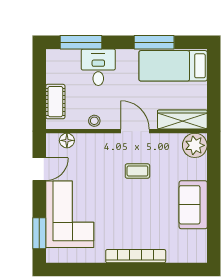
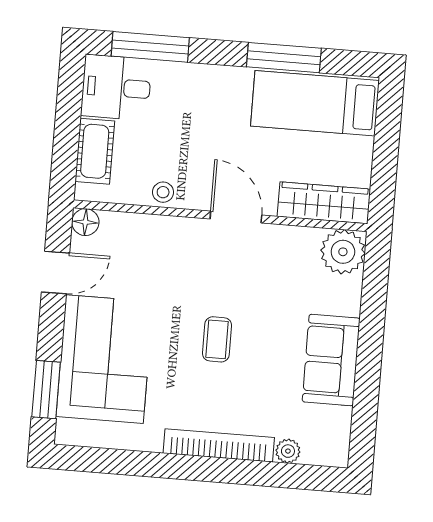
desk: (98, 67) -> (116, 87), moved, turned -90
floor lamp: (67, 140) -> (85, 222), moved
coffee table: (137, 171) -> (217, 339), moved, turned 90
plant: (174, 256) -> (288, 451), added

